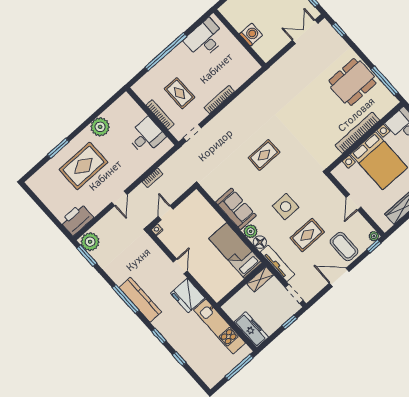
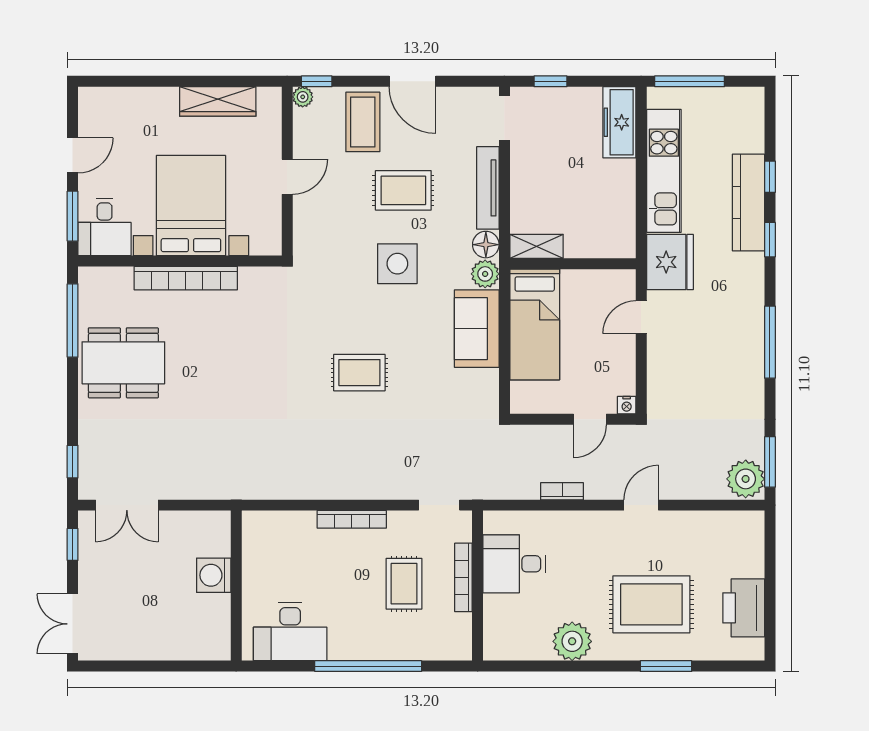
printer: (77, 220) -> (744, 608), moved, turned 90
bed: (235, 250) -> (535, 324), moved
shelving: (260, 279) -> (536, 246), moved
wall: (241, 285) -> (573, 264), moved
kitchen counter: (140, 300) -> (748, 203), moved

